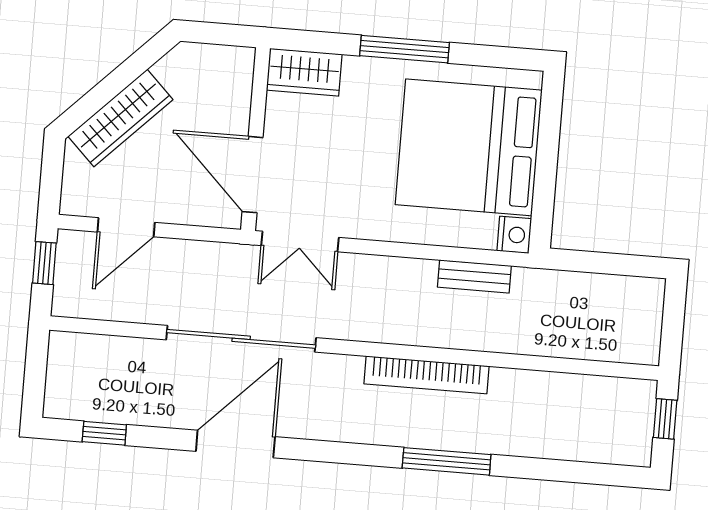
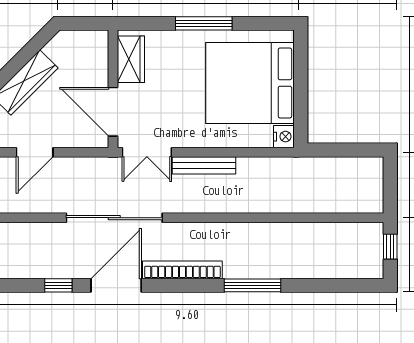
wardrobe: (304, 72) -> (131, 59), moved, turned -90
bench: (474, 276) -> (204, 165), moved, width x1.36
bookcase: (426, 375) -> (182, 270), moved, turned 180
window: (104, 433) -> (58, 285), moved

